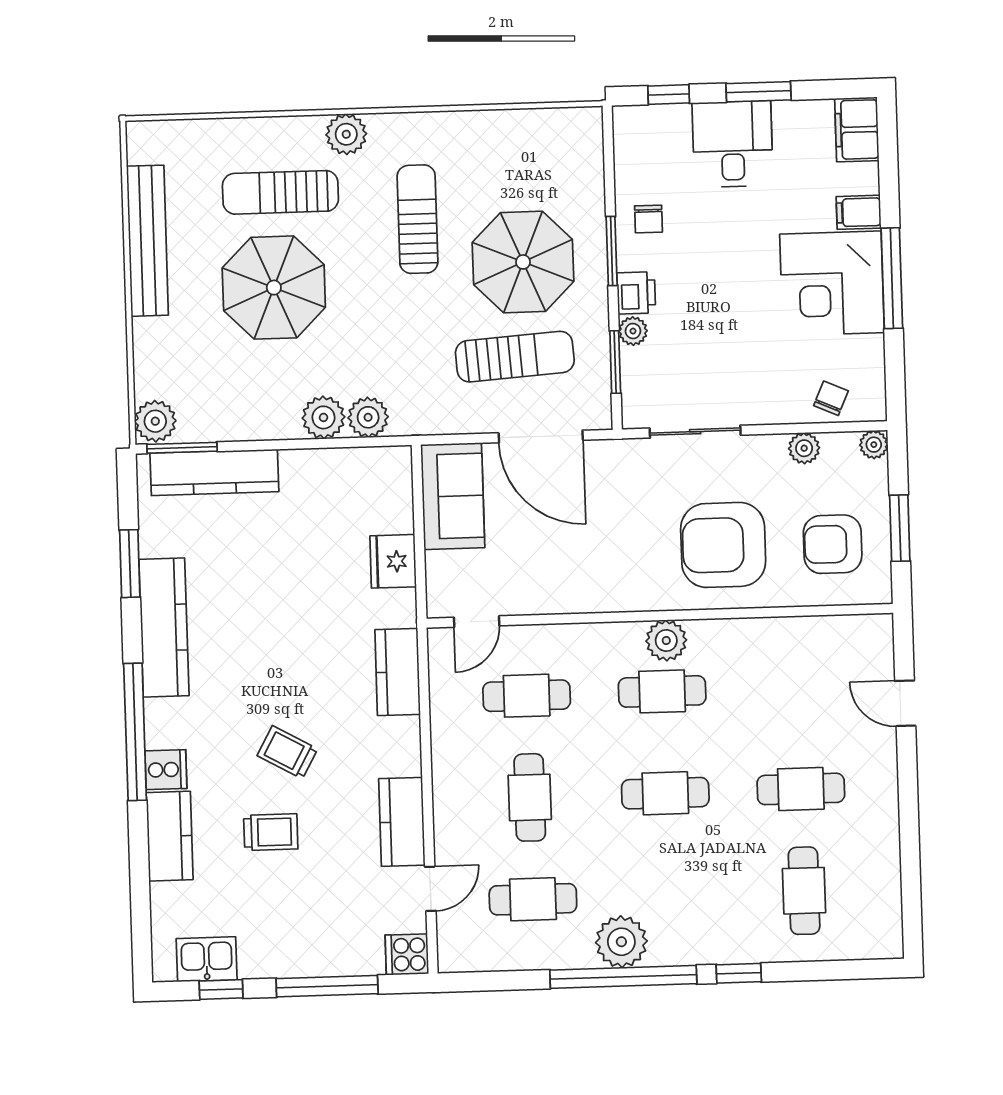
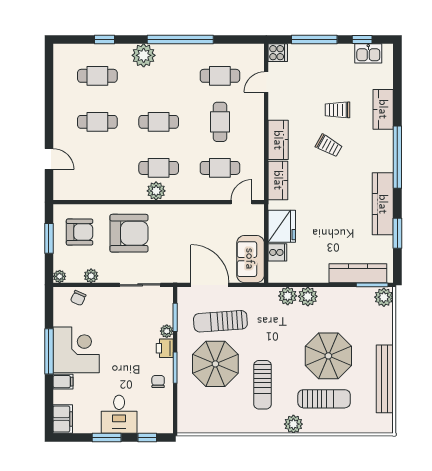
fridge: (393, 561) -> (282, 226), width x1.36, depth x1.34
cooker: (166, 770) -> (277, 252), moved, turned 180
kitchen counter: (402, 822) -> (278, 140), moved
cafe table: (804, 891) -> (97, 76), turned 90
plant: (621, 942) -> (144, 55), moved
window: (739, 973) -> (104, 39), moved

